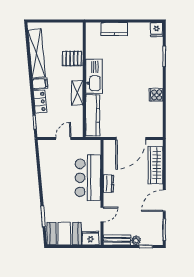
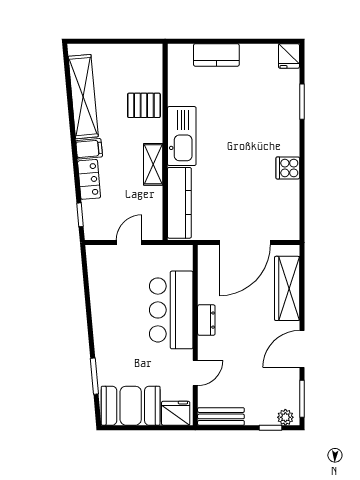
plant: (136, 240) -> (285, 417), moved

